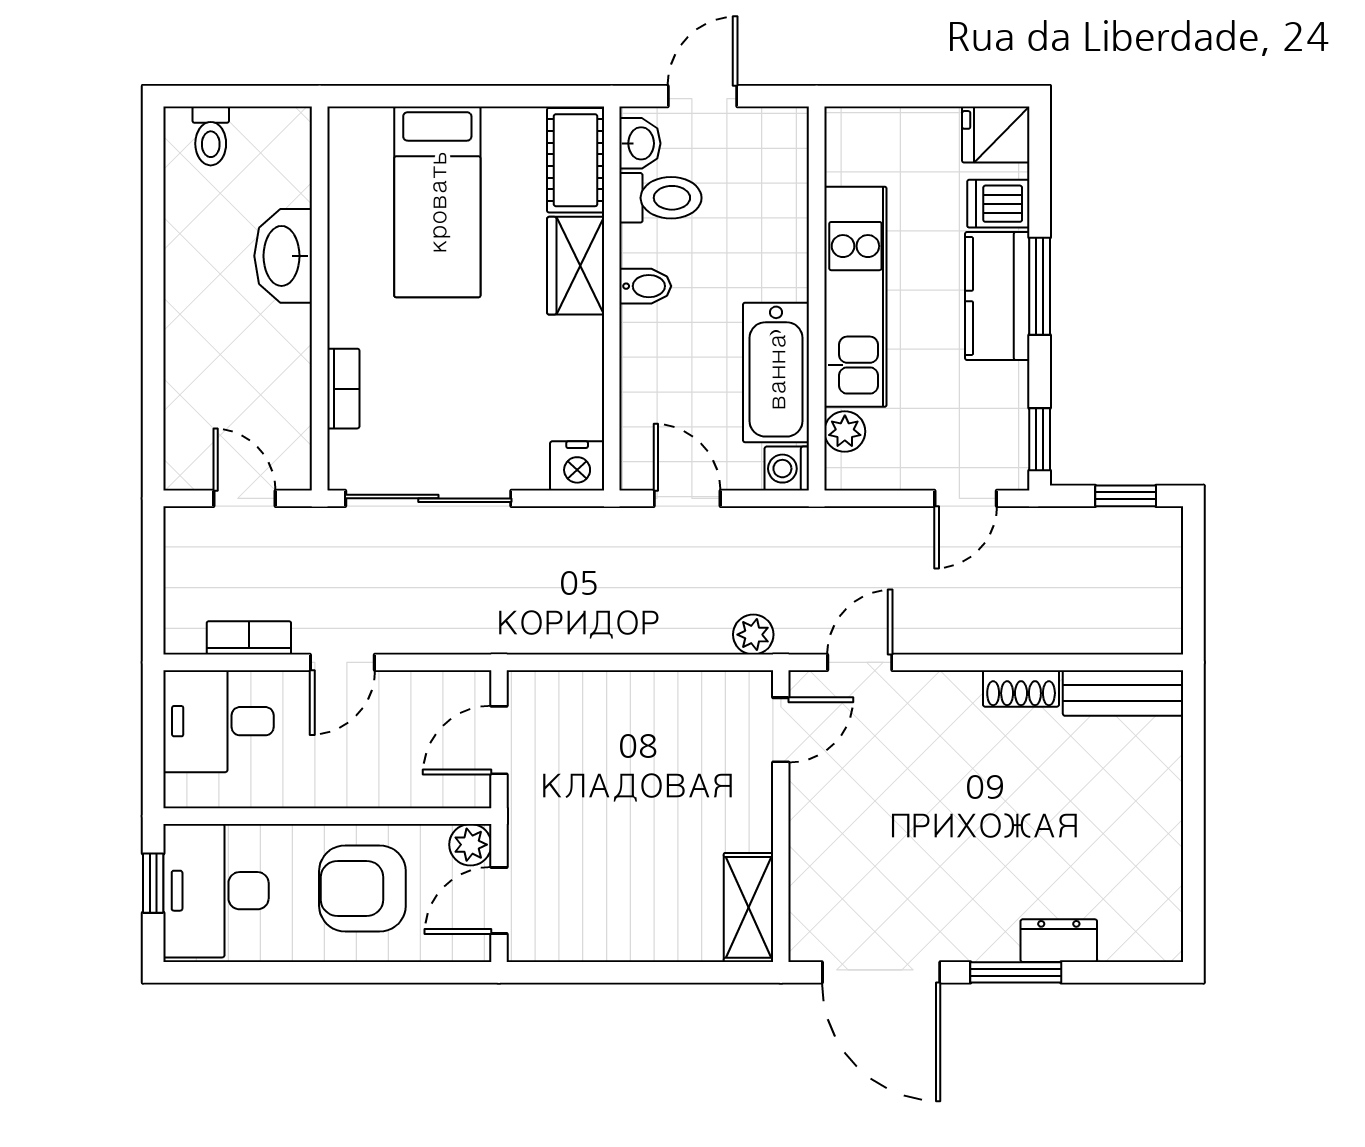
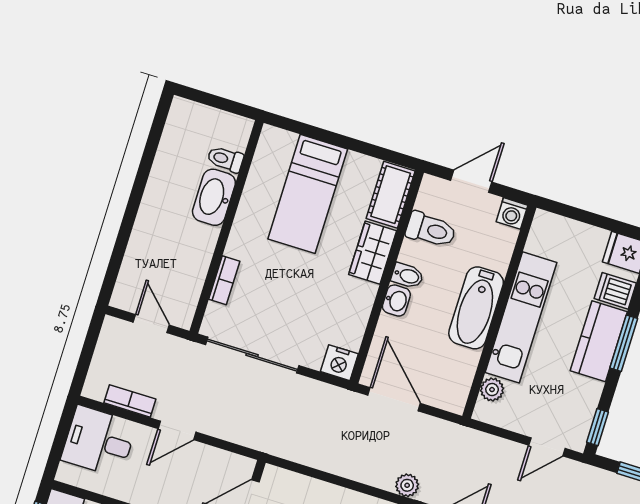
toilet: (211, 136) -> (225, 159), moved, turned 90
washbasin: (640, 143) -> (396, 301), moved
bathtub: (776, 372) -> (476, 308), moved
washing machine: (787, 469) -> (512, 213), moved, turned -90
door: (687, 498) -> (394, 399), width x1.38

